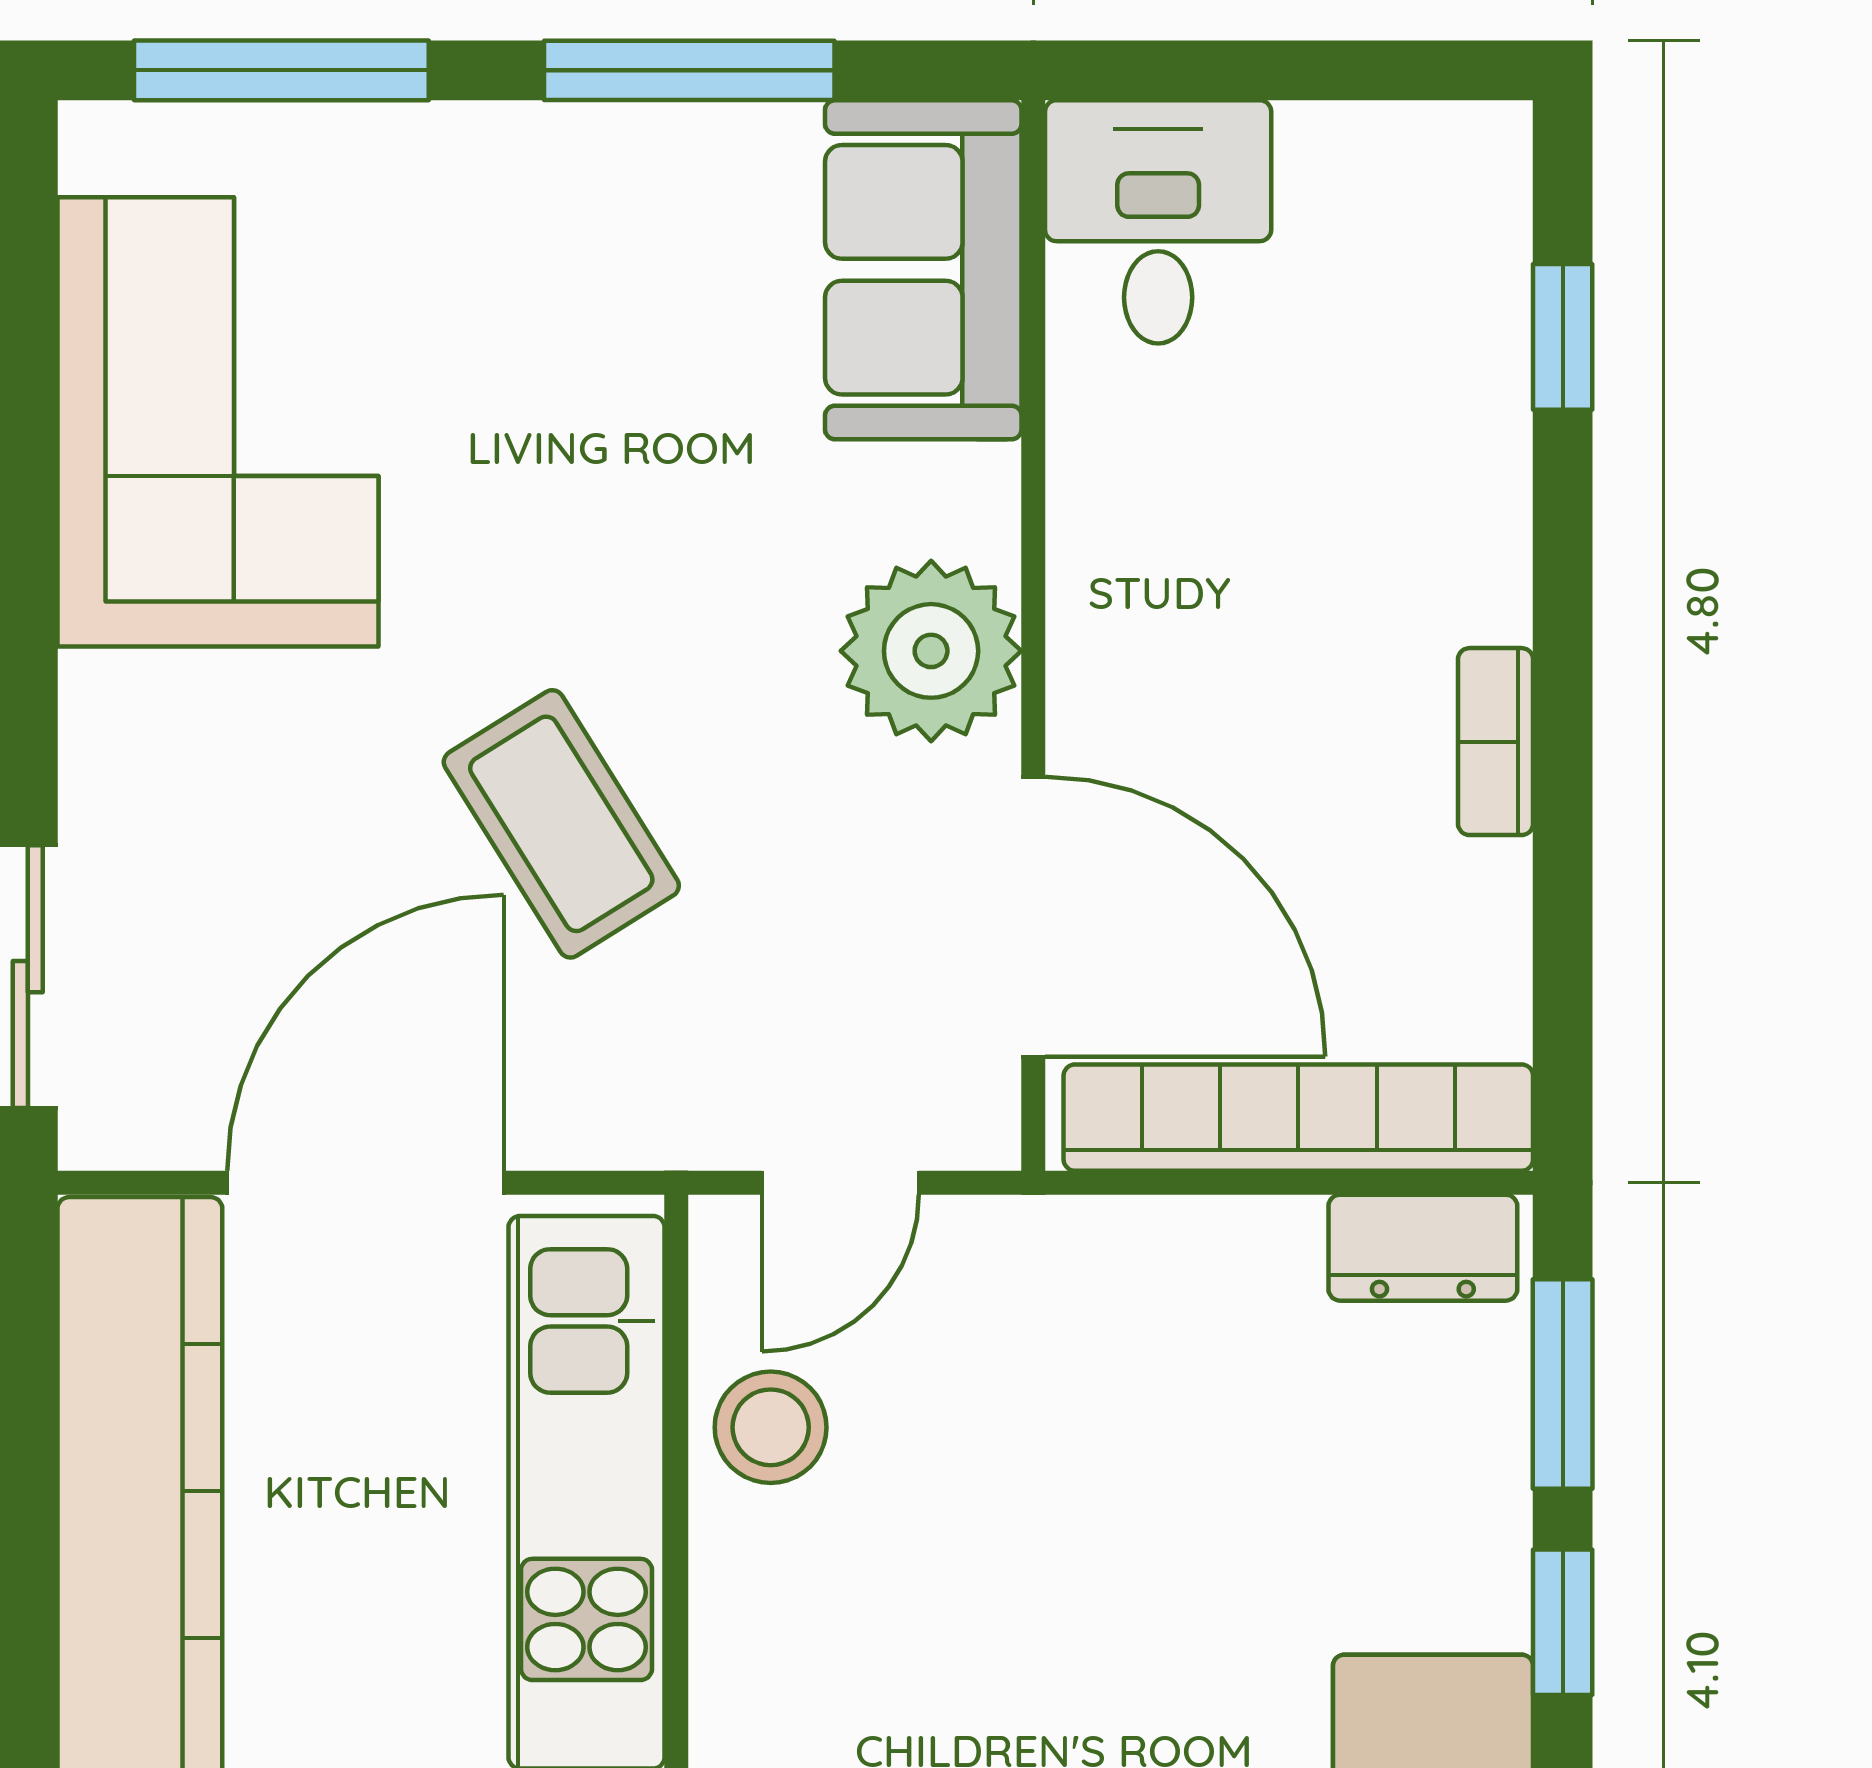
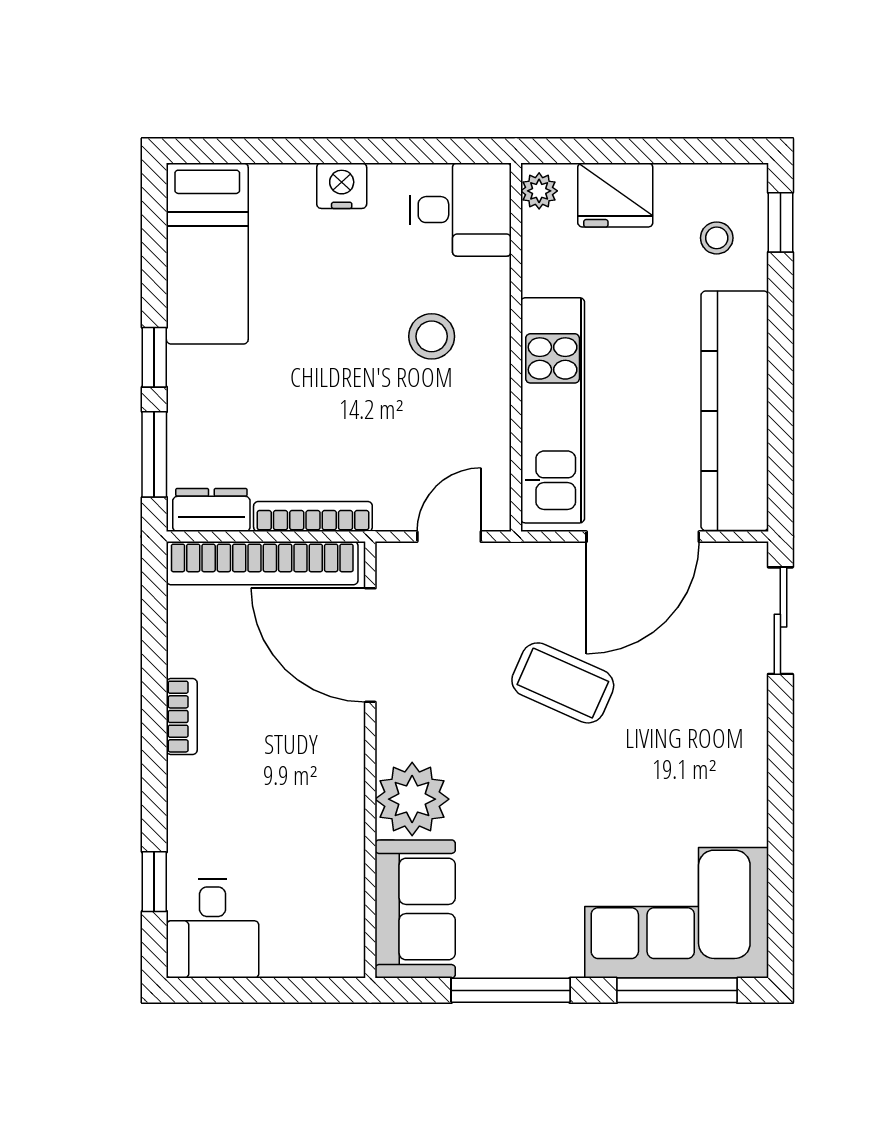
desk: (1158, 222) -> (213, 929), moved
corner sofa: (218, 422) -> (677, 913), moved, turned 90
plant: (931, 651) -> (412, 799), moved
coffee table: (561, 824) -> (563, 683), turned -34
bookcase: (1174, 1232) -> (313, 517), added
stool: (771, 1427) -> (432, 336), moved

